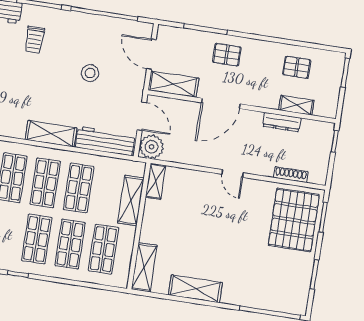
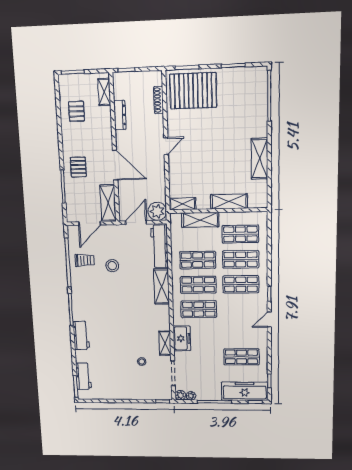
trolley: (35, 40) -> (85, 260), moved
shelving: (296, 105) -> (104, 92), moved
shelving: (144, 267) -> (229, 202), moved

